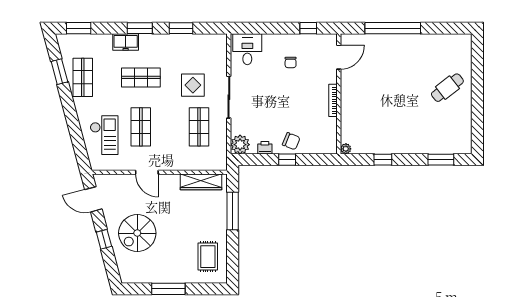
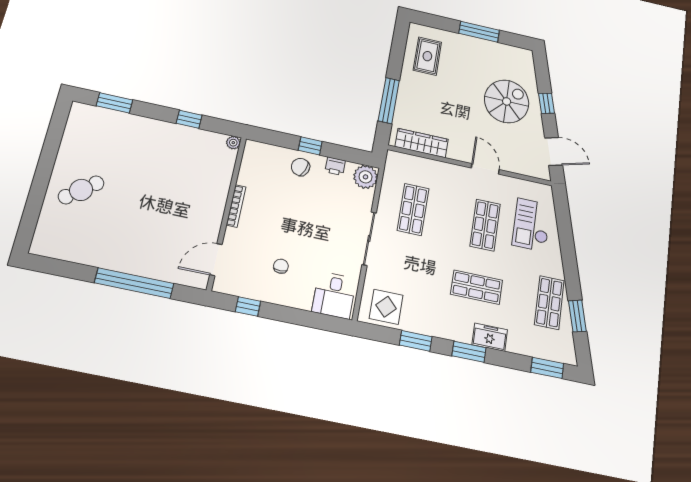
display table: (193, 85) -> (386, 307), moved

